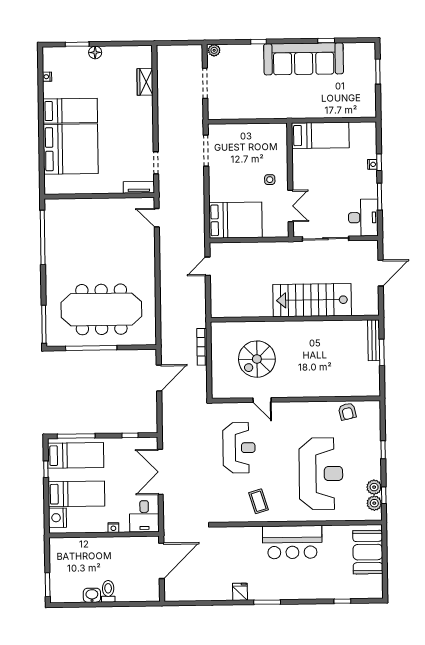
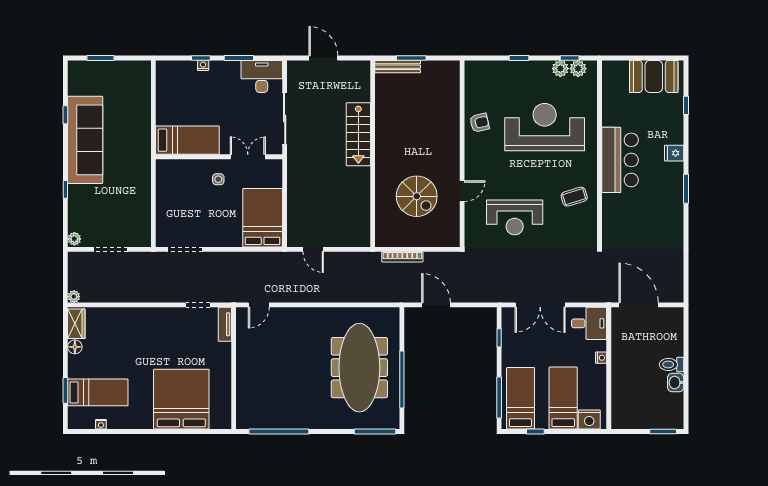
plant: (162, 51) -> (74, 297), added
floor lamp: (95, 52) -> (75, 347), moved
wardrobe: (145, 82) -> (76, 324), moved, turned -90
bed: (70, 111) -> (98, 392), moved, turned 90
bed: (320, 135) -> (187, 140), moved, turned 90
stairs: (312, 300) -> (358, 134), width x0.73, depth x0.66
armchair: (347, 411) -> (479, 123), moved
reception desk: (239, 448) -> (515, 217), turned 180
booth: (368, 552) -> (654, 76), moved
fridge: (240, 592) -> (674, 153), moved

